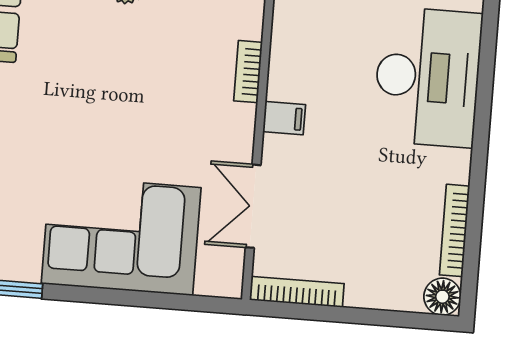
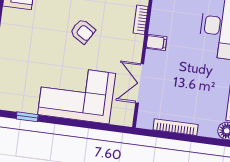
armchair: (127, 102) -> (83, 31), added
bookcase: (297, 292) -> (176, 127), moved

